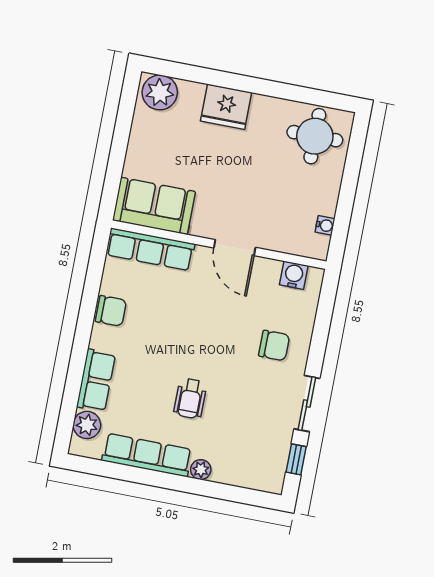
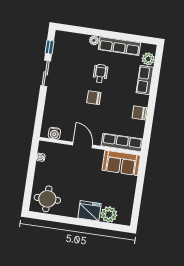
plant: (160, 92) -> (109, 214), moved
chair: (274, 345) -> (94, 98), moved

